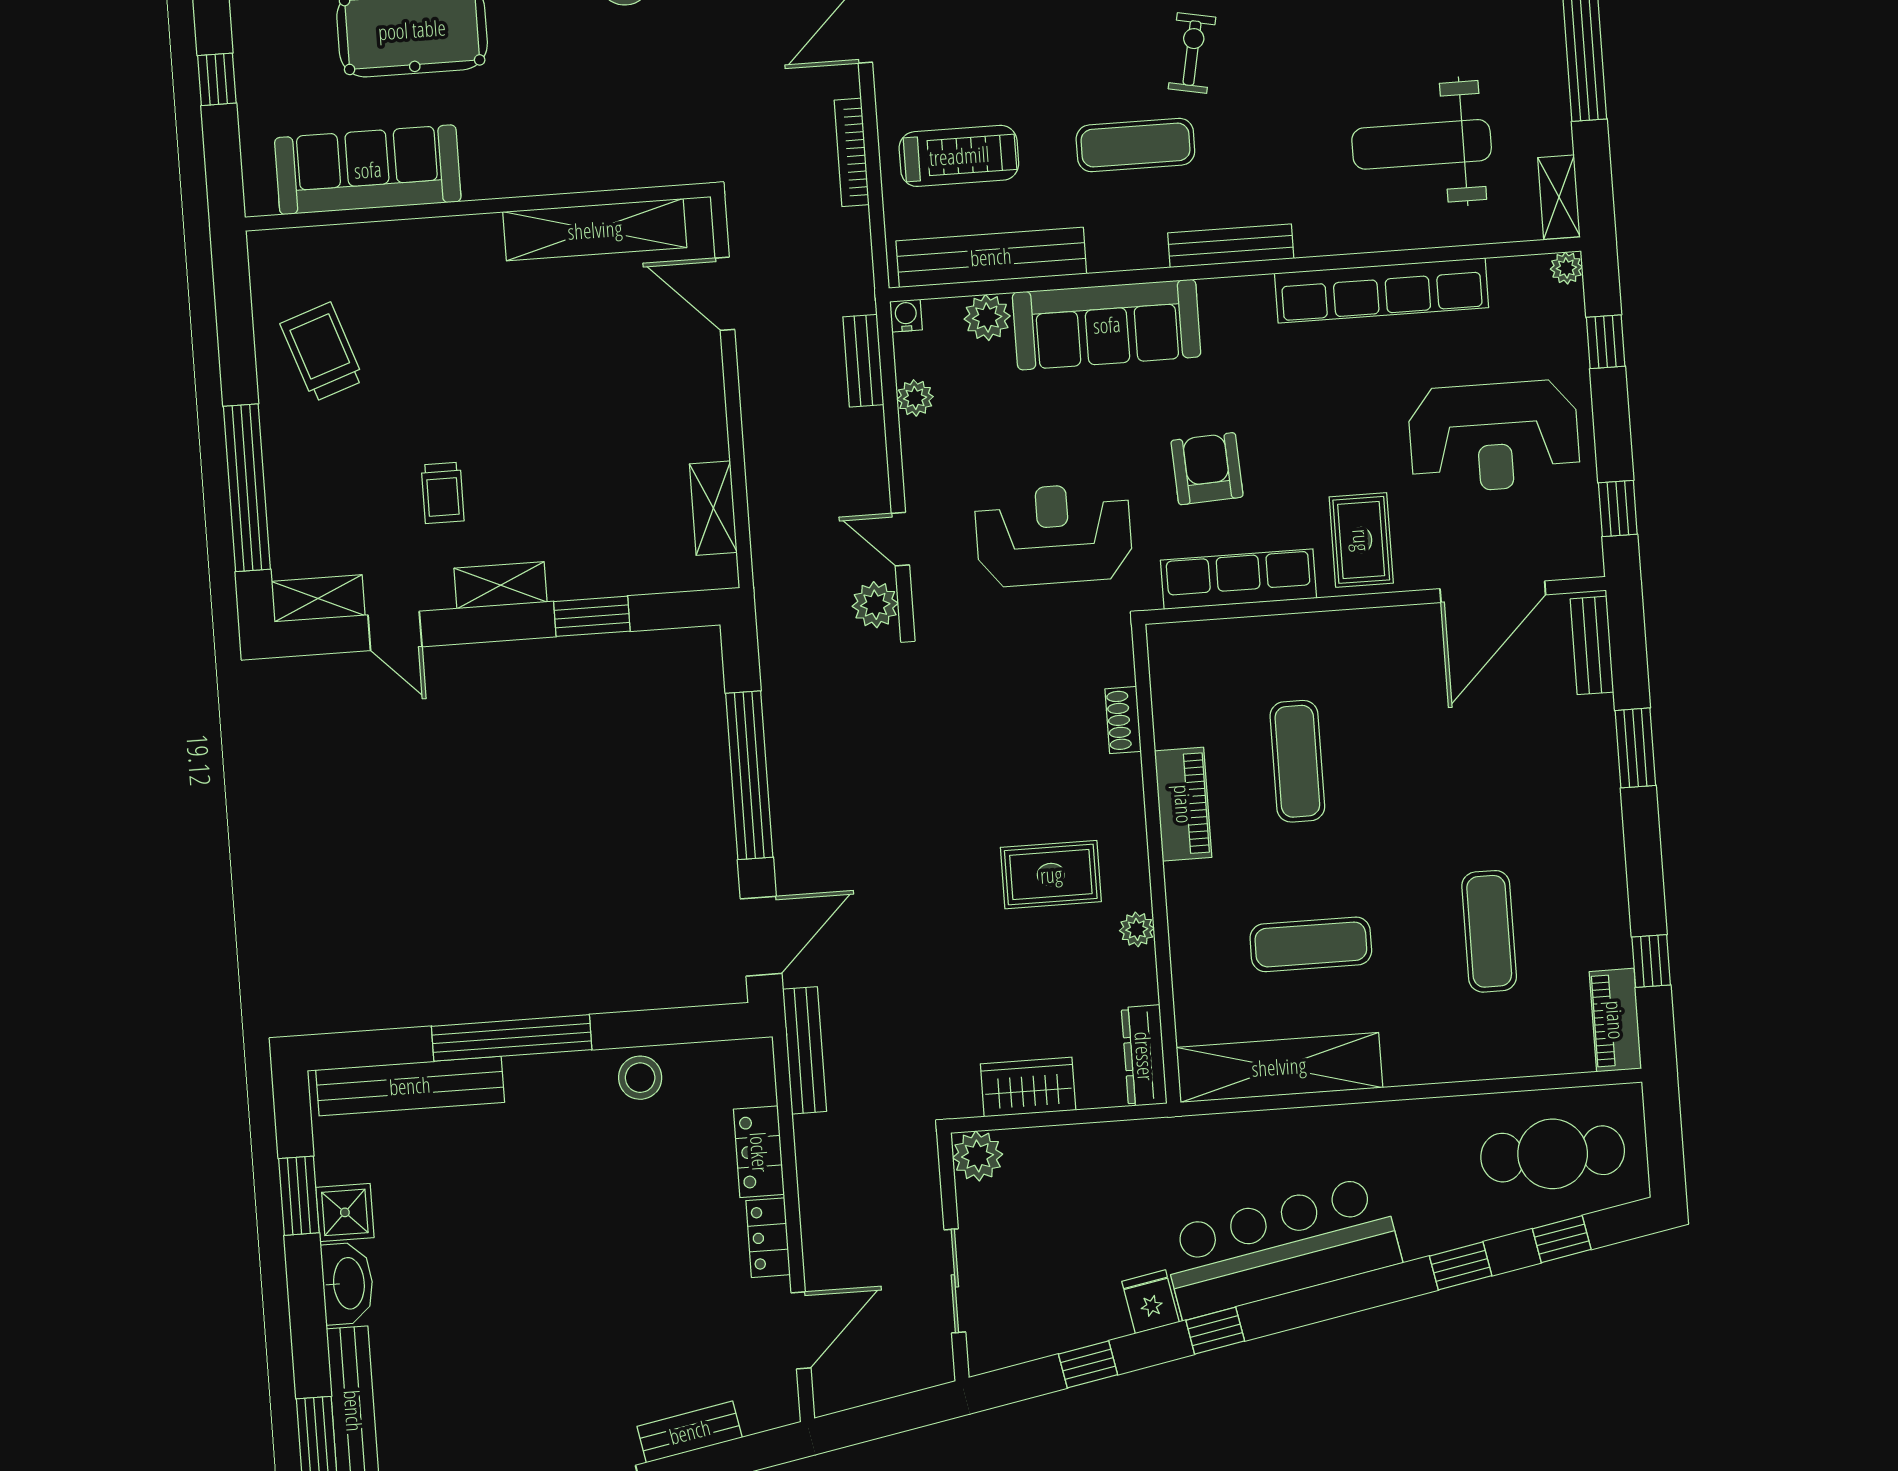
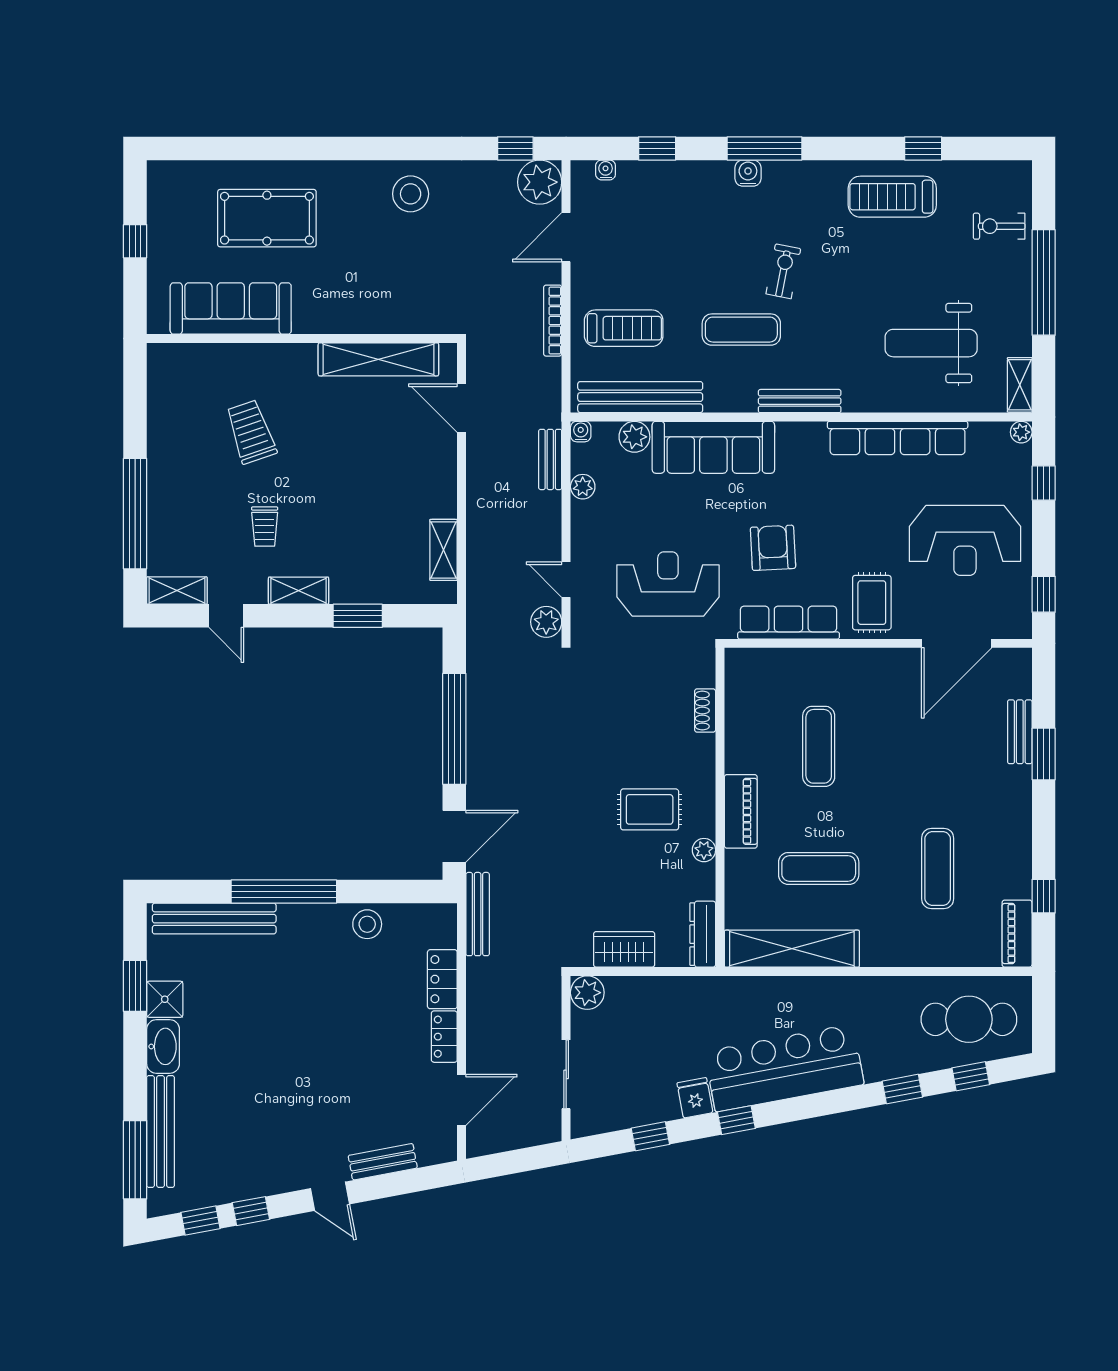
trolley: (322, 352) -> (251, 432), moved
bench: (1592, 645) -> (1020, 732), moved
piano: (1183, 804) -> (741, 811), moved

